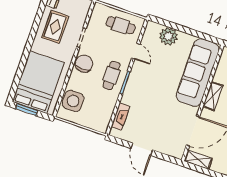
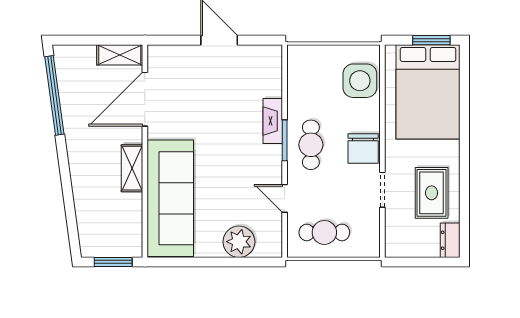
fireplace: (120, 116) -> (273, 121), moved

